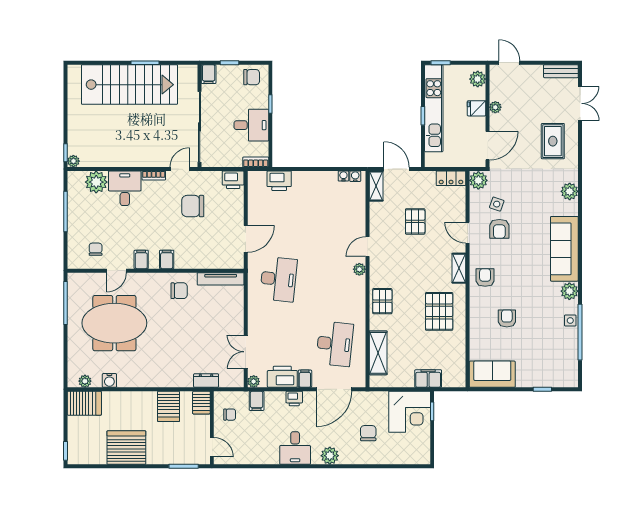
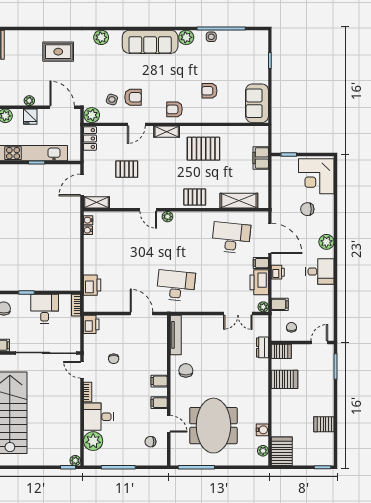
double door: (580, 103) -> (26, 28), removed
chair: (193, 206) -> (114, 359), width x0.54, depth x0.54
corner desk: (410, 412) -> (316, 176), moved, turned 180
server rack: (126, 448) -> (324, 424), width x0.46, depth x0.70

